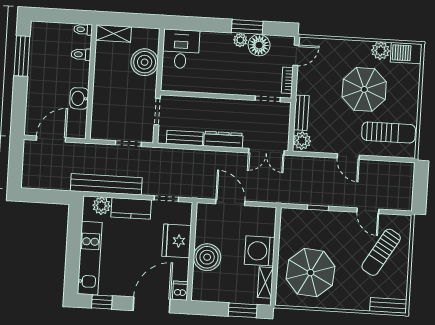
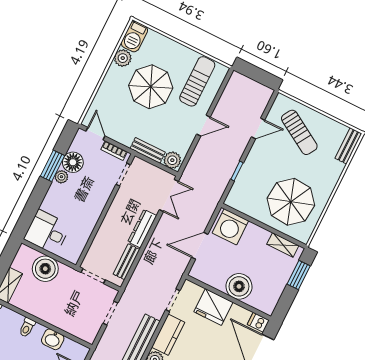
toilet: (81, 54) -> (27, 327), moved
washing machine: (260, 251) -> (230, 227), moved

